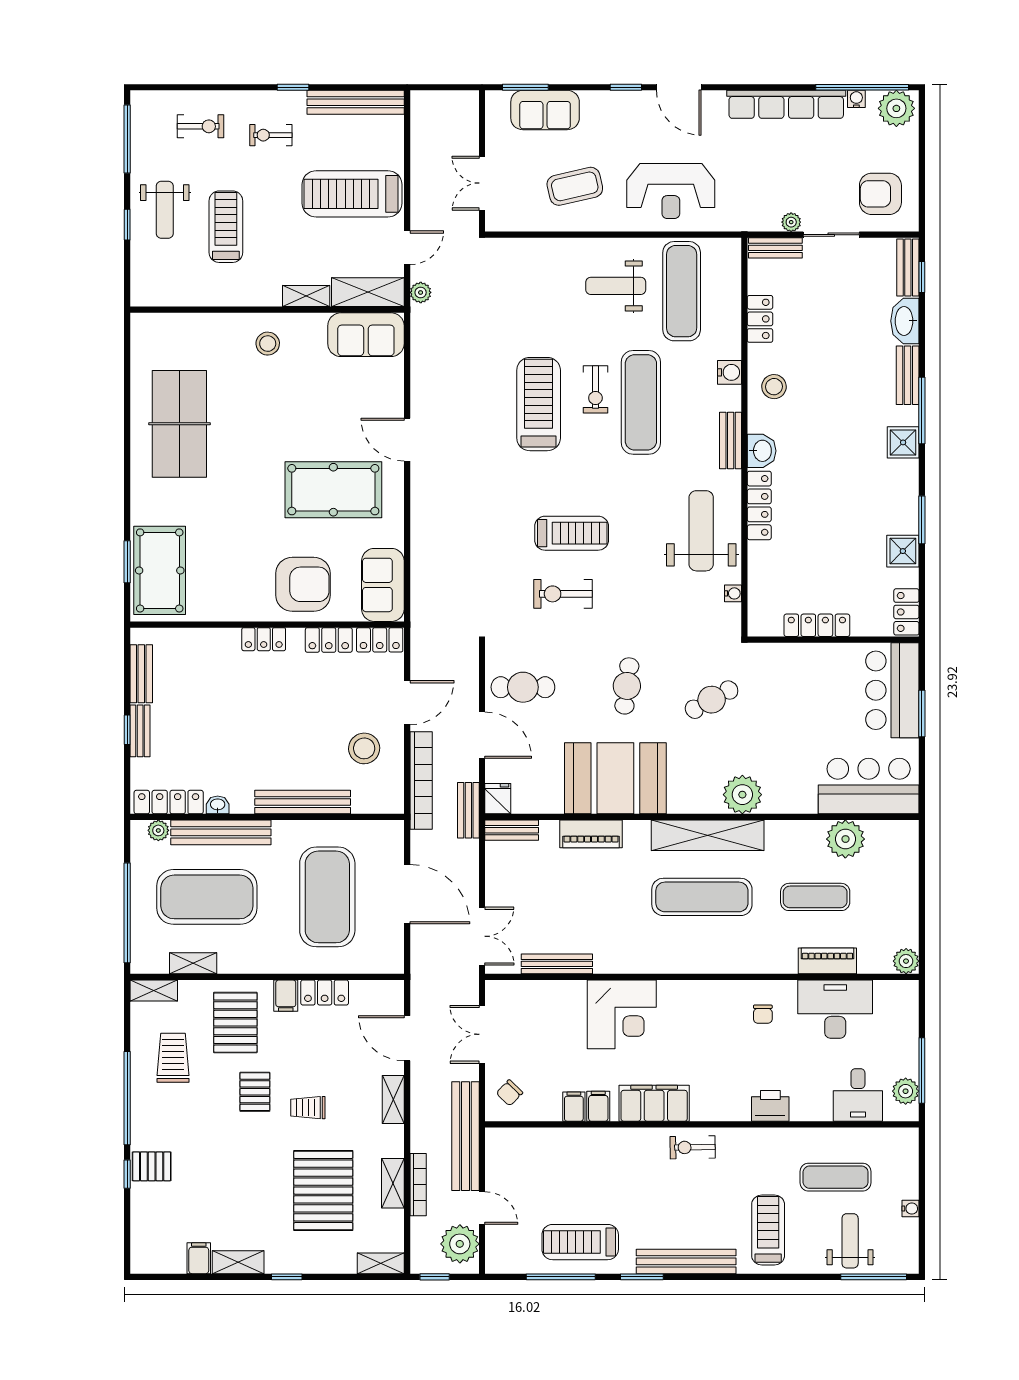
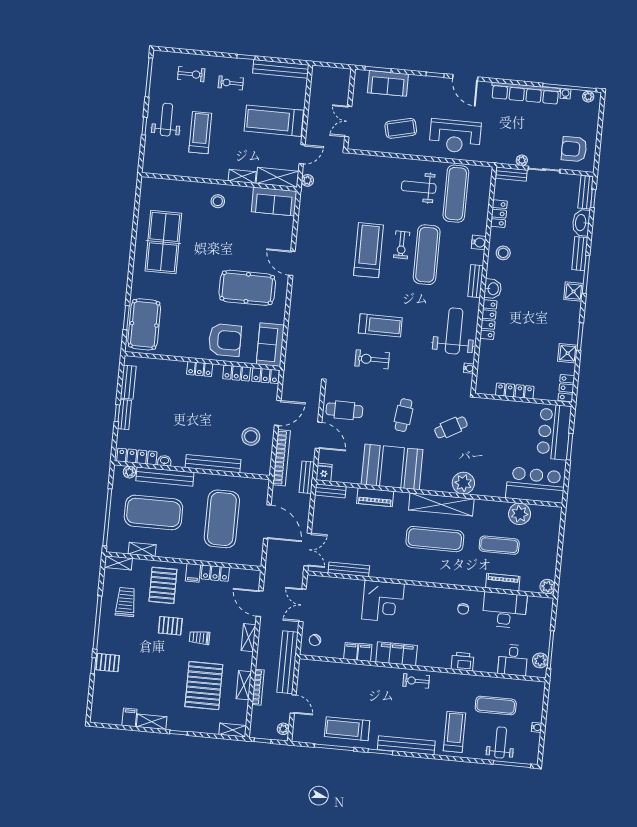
plant: (896, 108) -> (588, 97), width x0.53, depth x0.53
weight bench: (165, 210) -> (166, 120), turned 180
pallet: (255, 1092) -> (170, 626), turned 90
plant: (460, 1244) -> (283, 729), width x0.53, depth x0.53

